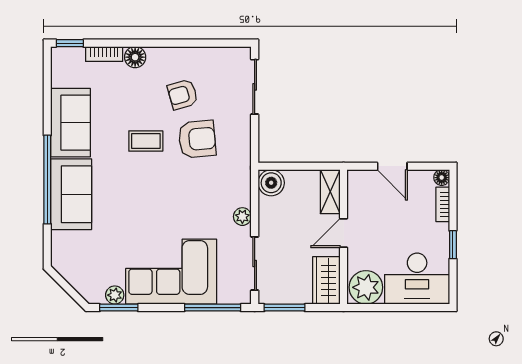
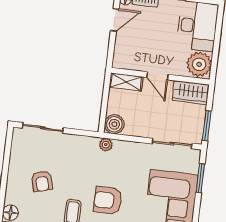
armchair: (197, 139) -> (108, 200), moved, turned -85
door: (392, 166) -> (115, 20), moved
plant: (242, 217) -> (106, 145), moved
window: (213, 308) -> (200, 178), width x0.69

